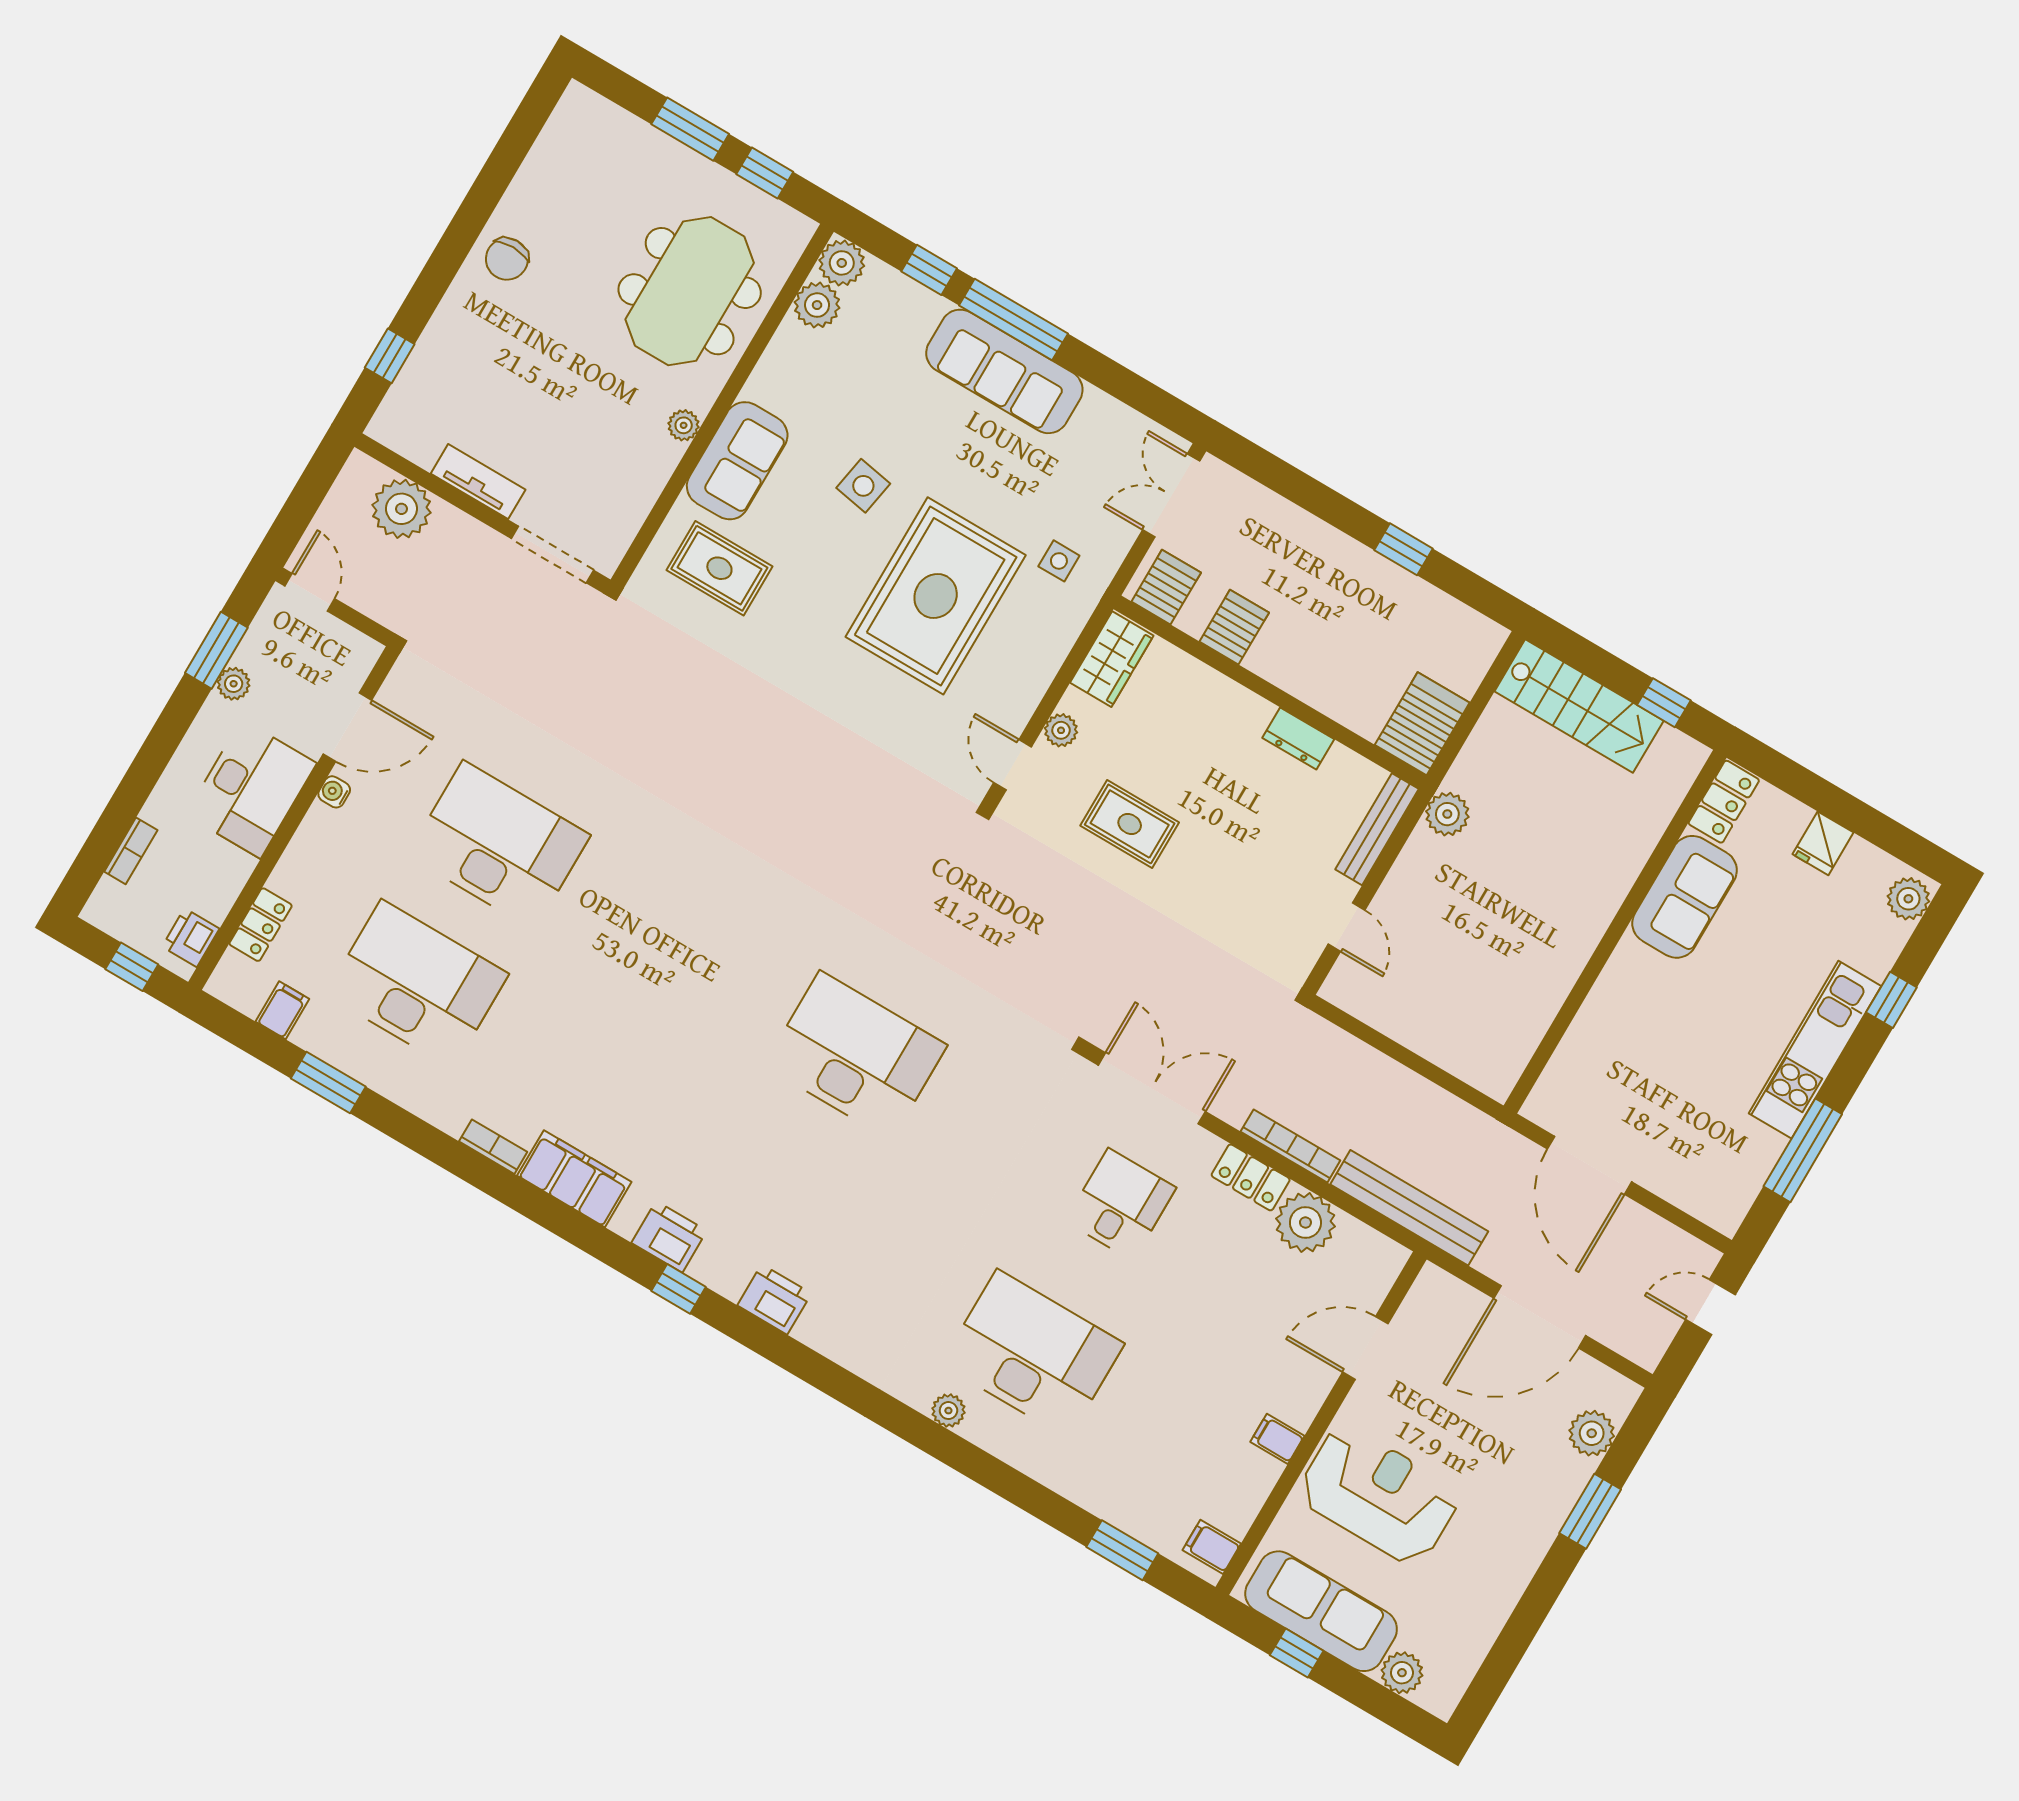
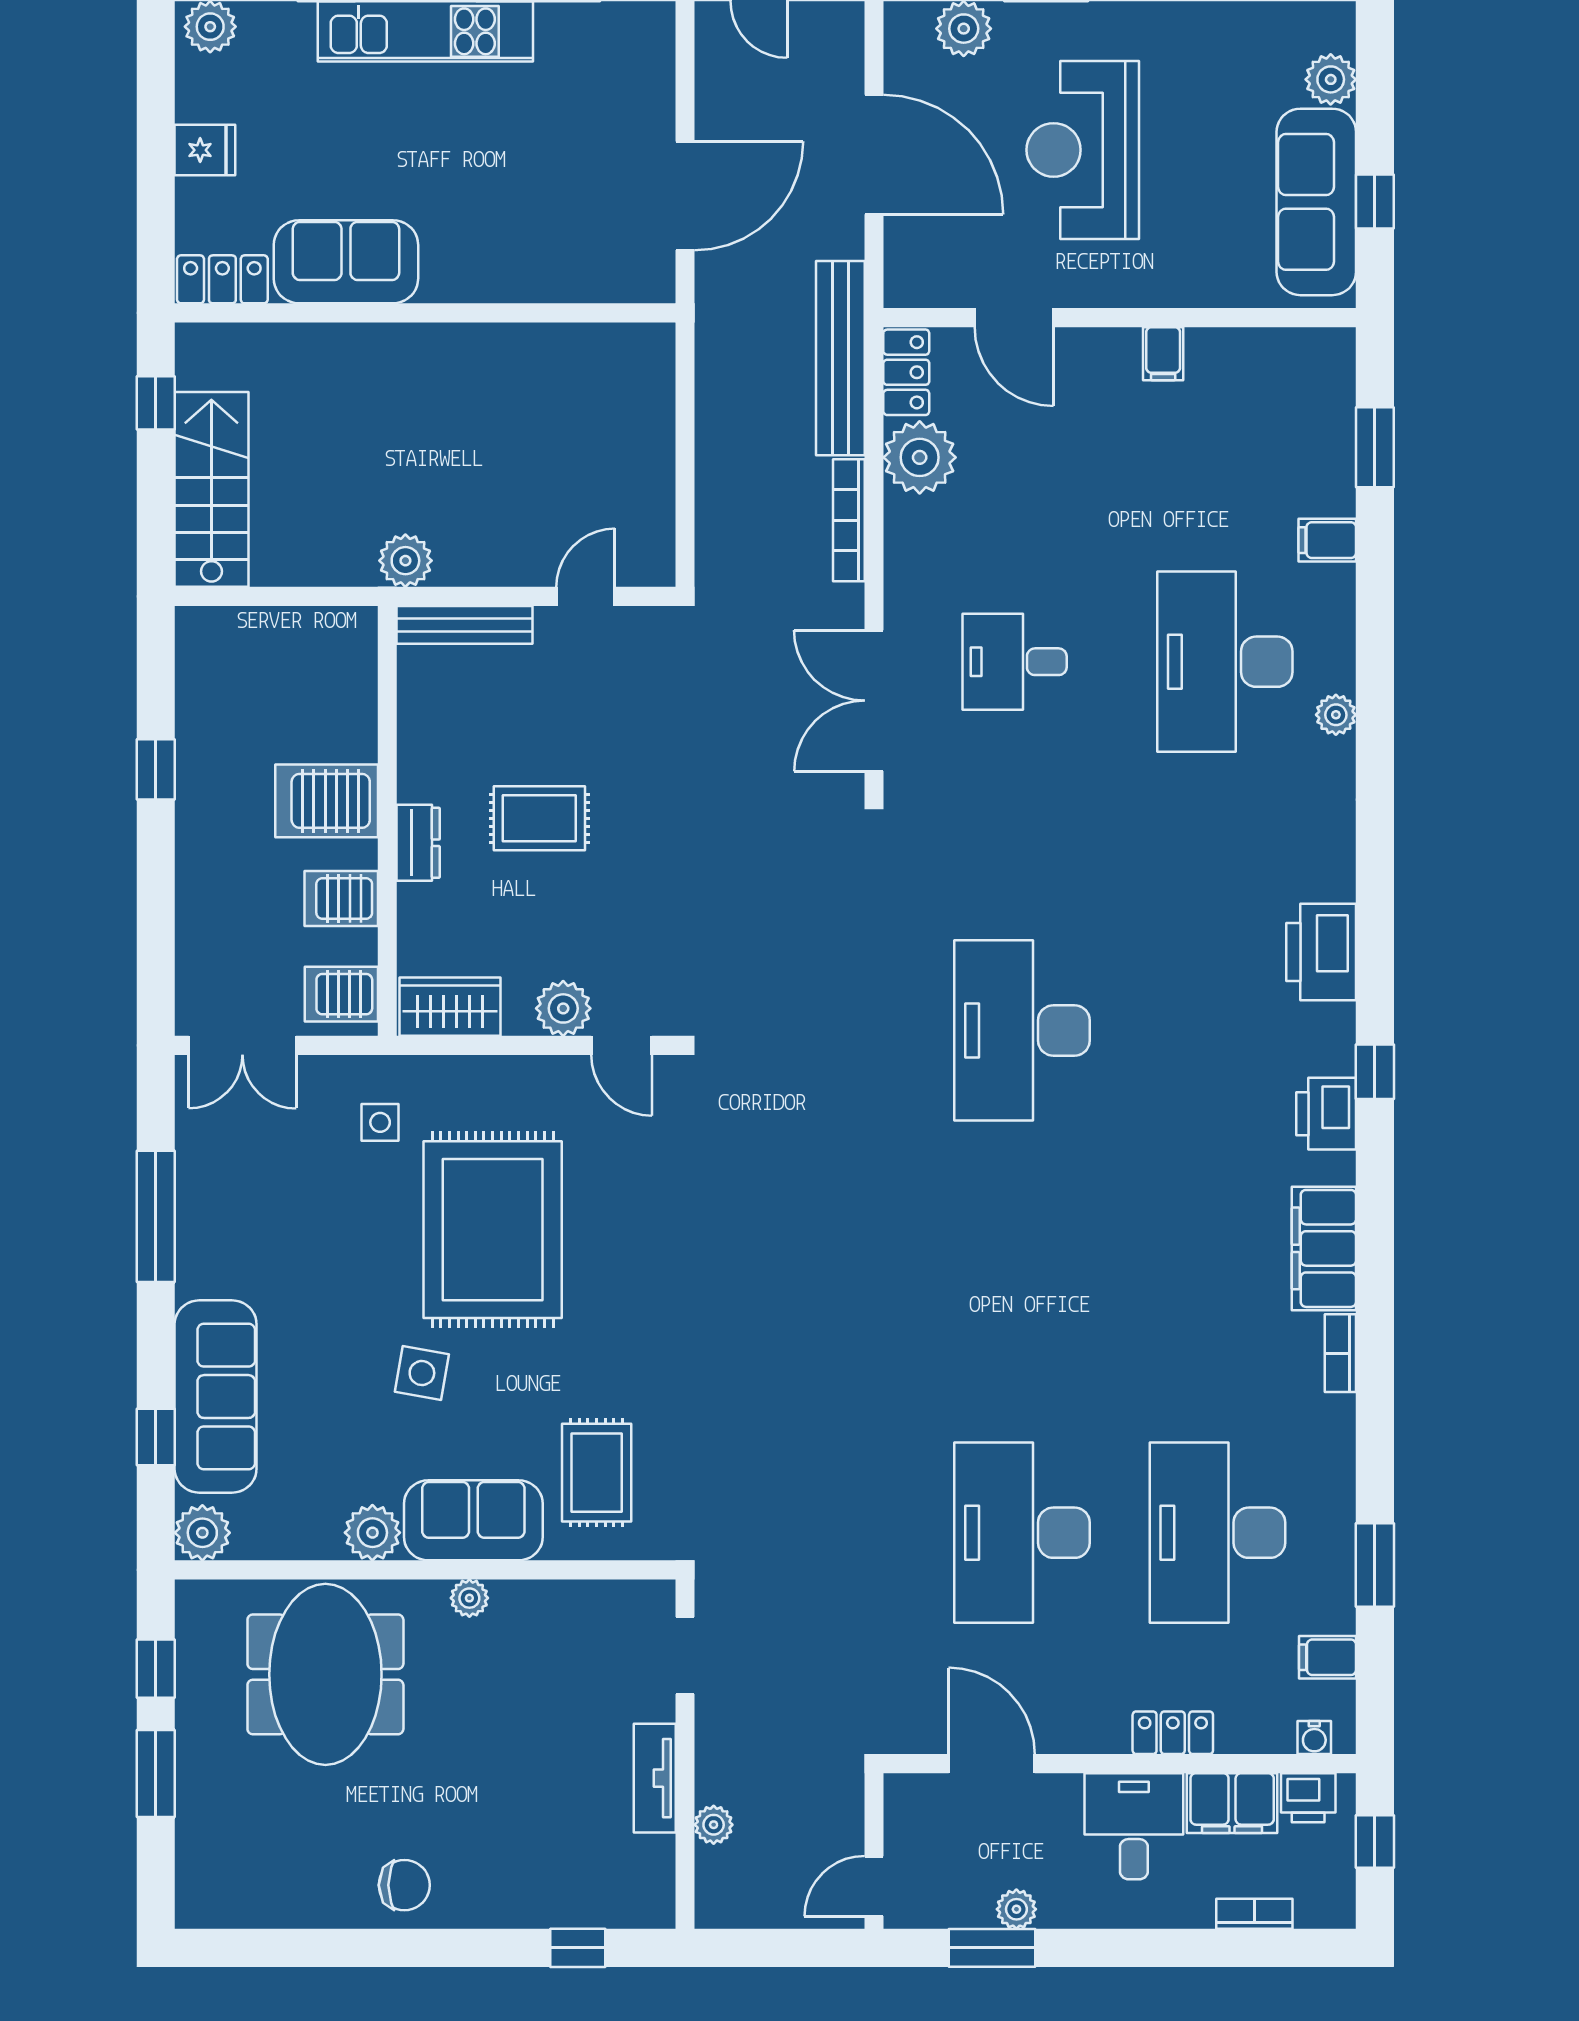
meeting table: (690, 291) -> (325, 1674), turned 90
plant: (817, 305) -> (372, 1533), moved
window: (1013, 320) -> (156, 1216), moved
sofa: (1004, 371) -> (216, 1397), moved
plant: (401, 509) -> (714, 1825), width x0.53, depth x0.53
doorway: (552, 554) -> (685, 1656), width x0.73
rug: (936, 596) -> (493, 1230), turned 90
server rack: (1422, 724) -> (327, 801), moved
plant: (1061, 730) -> (563, 1008), width x1.38, depth x1.38
dresser: (1298, 738) -> (418, 843), moved
door: (1013, 765) -> (622, 1045), hinge flipped
desk: (251, 789) -> (1134, 1826), width x0.73
water cooler: (334, 792) -> (1314, 1738), moved
rug: (1130, 824) -> (539, 818), moved, turned 90
filing cabinet: (219, 881) -> (1232, 1803), added
locker: (261, 925) -> (1173, 1733), moved
locker: (1251, 1177) -> (906, 372), moved
printer: (774, 1299) -> (1321, 952), width x1.37, depth x1.19
reception desk: (1379, 1495) -> (1083, 150), moved
filing cabinet: (1212, 1547) -> (1327, 540), moved, turned 90

